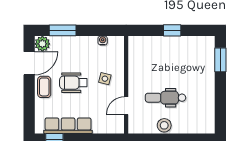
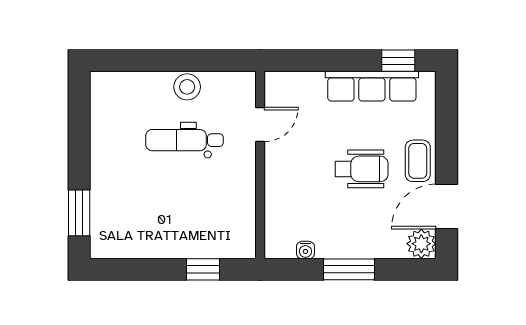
window: (63, 30) -> (349, 269), moved
window: (172, 30) -> (203, 269), moved
side table: (105, 79) -> (301, 177), removed
dental chair: (166, 98) -> (185, 140), turned 180

